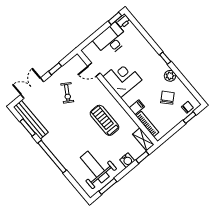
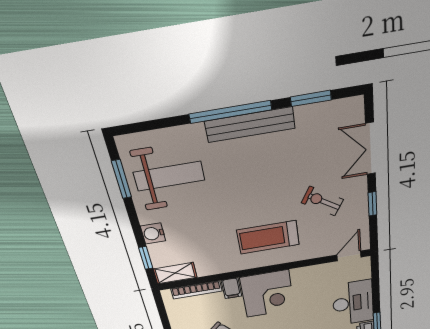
door: (94, 70) -> (349, 256), moved
corner desk: (122, 78) -> (267, 294), moved
double door: (32, 88) -> (370, 149), swing flipped
bench: (31, 120) -> (250, 125), moved
treadmill: (104, 120) -> (268, 237), moved, turned 180

